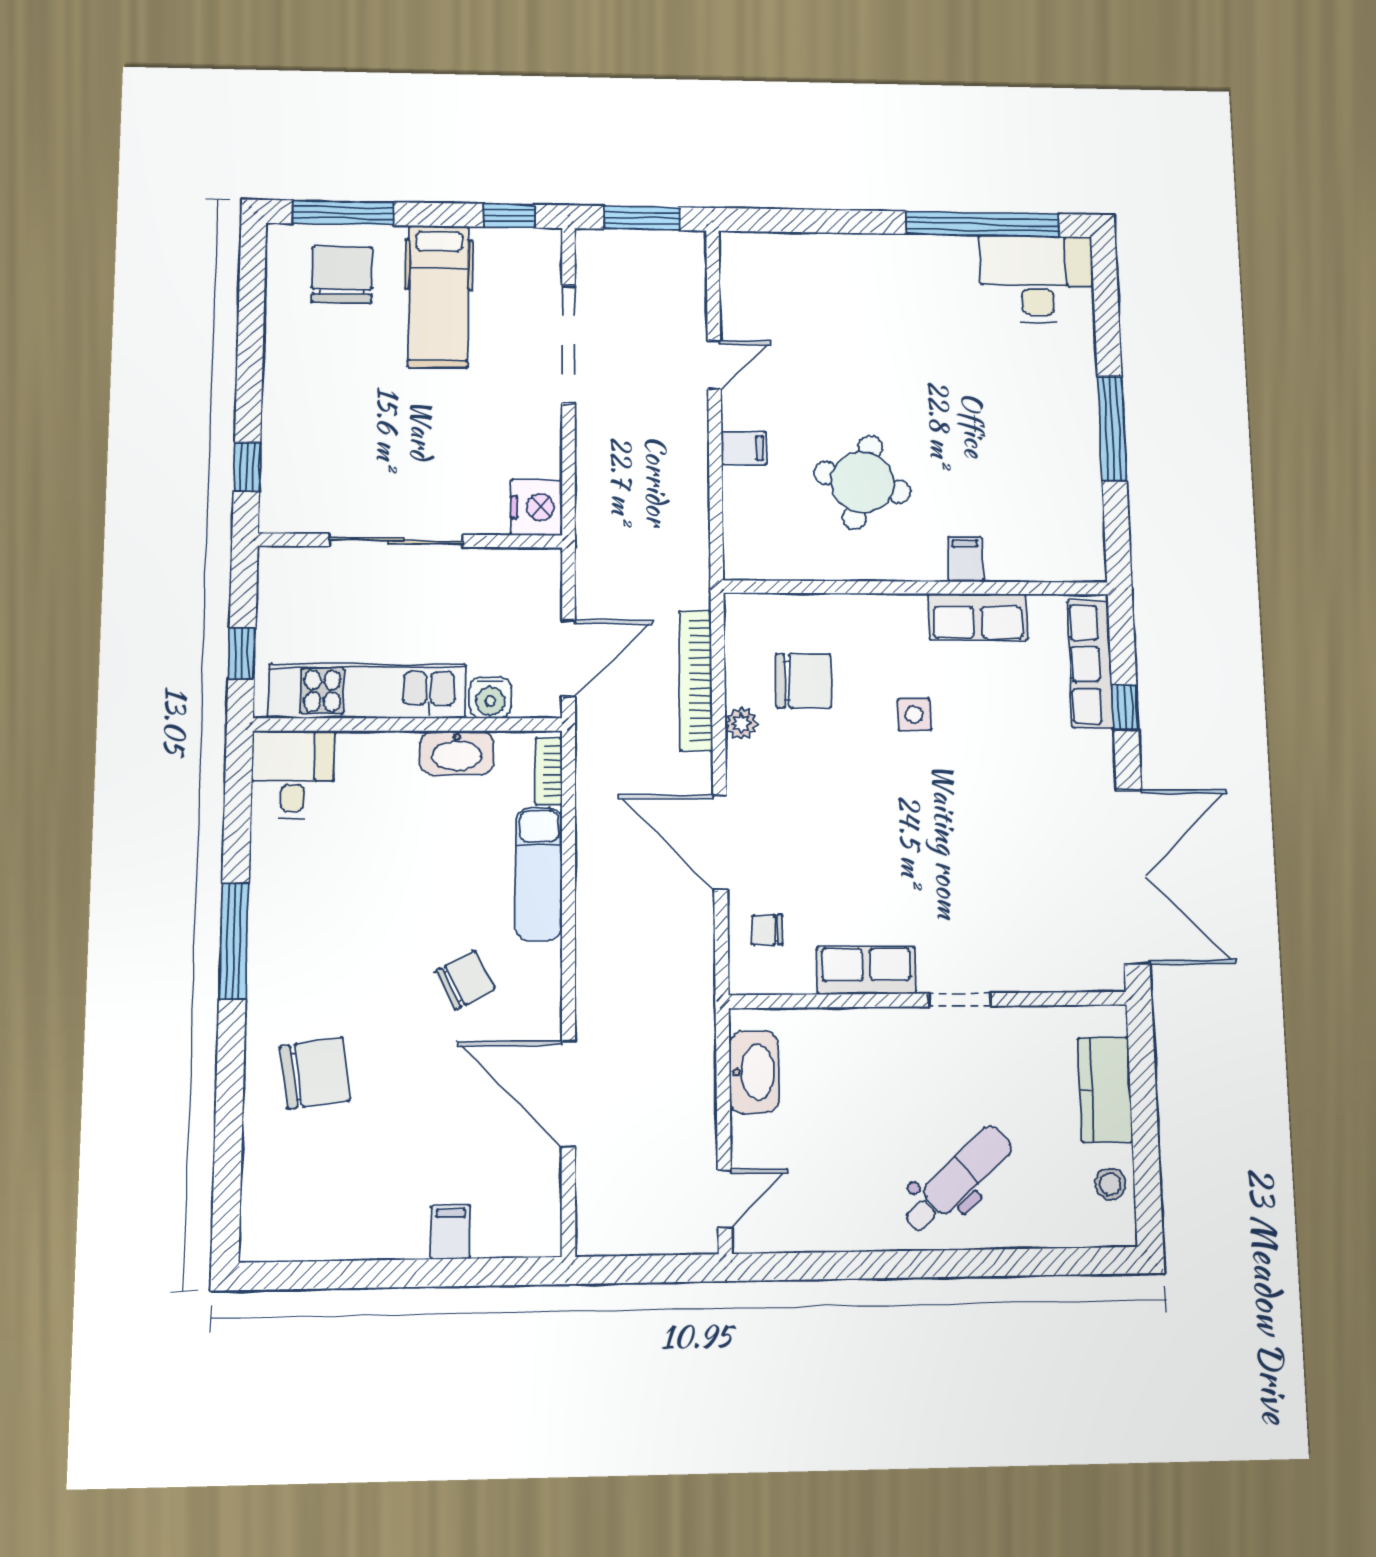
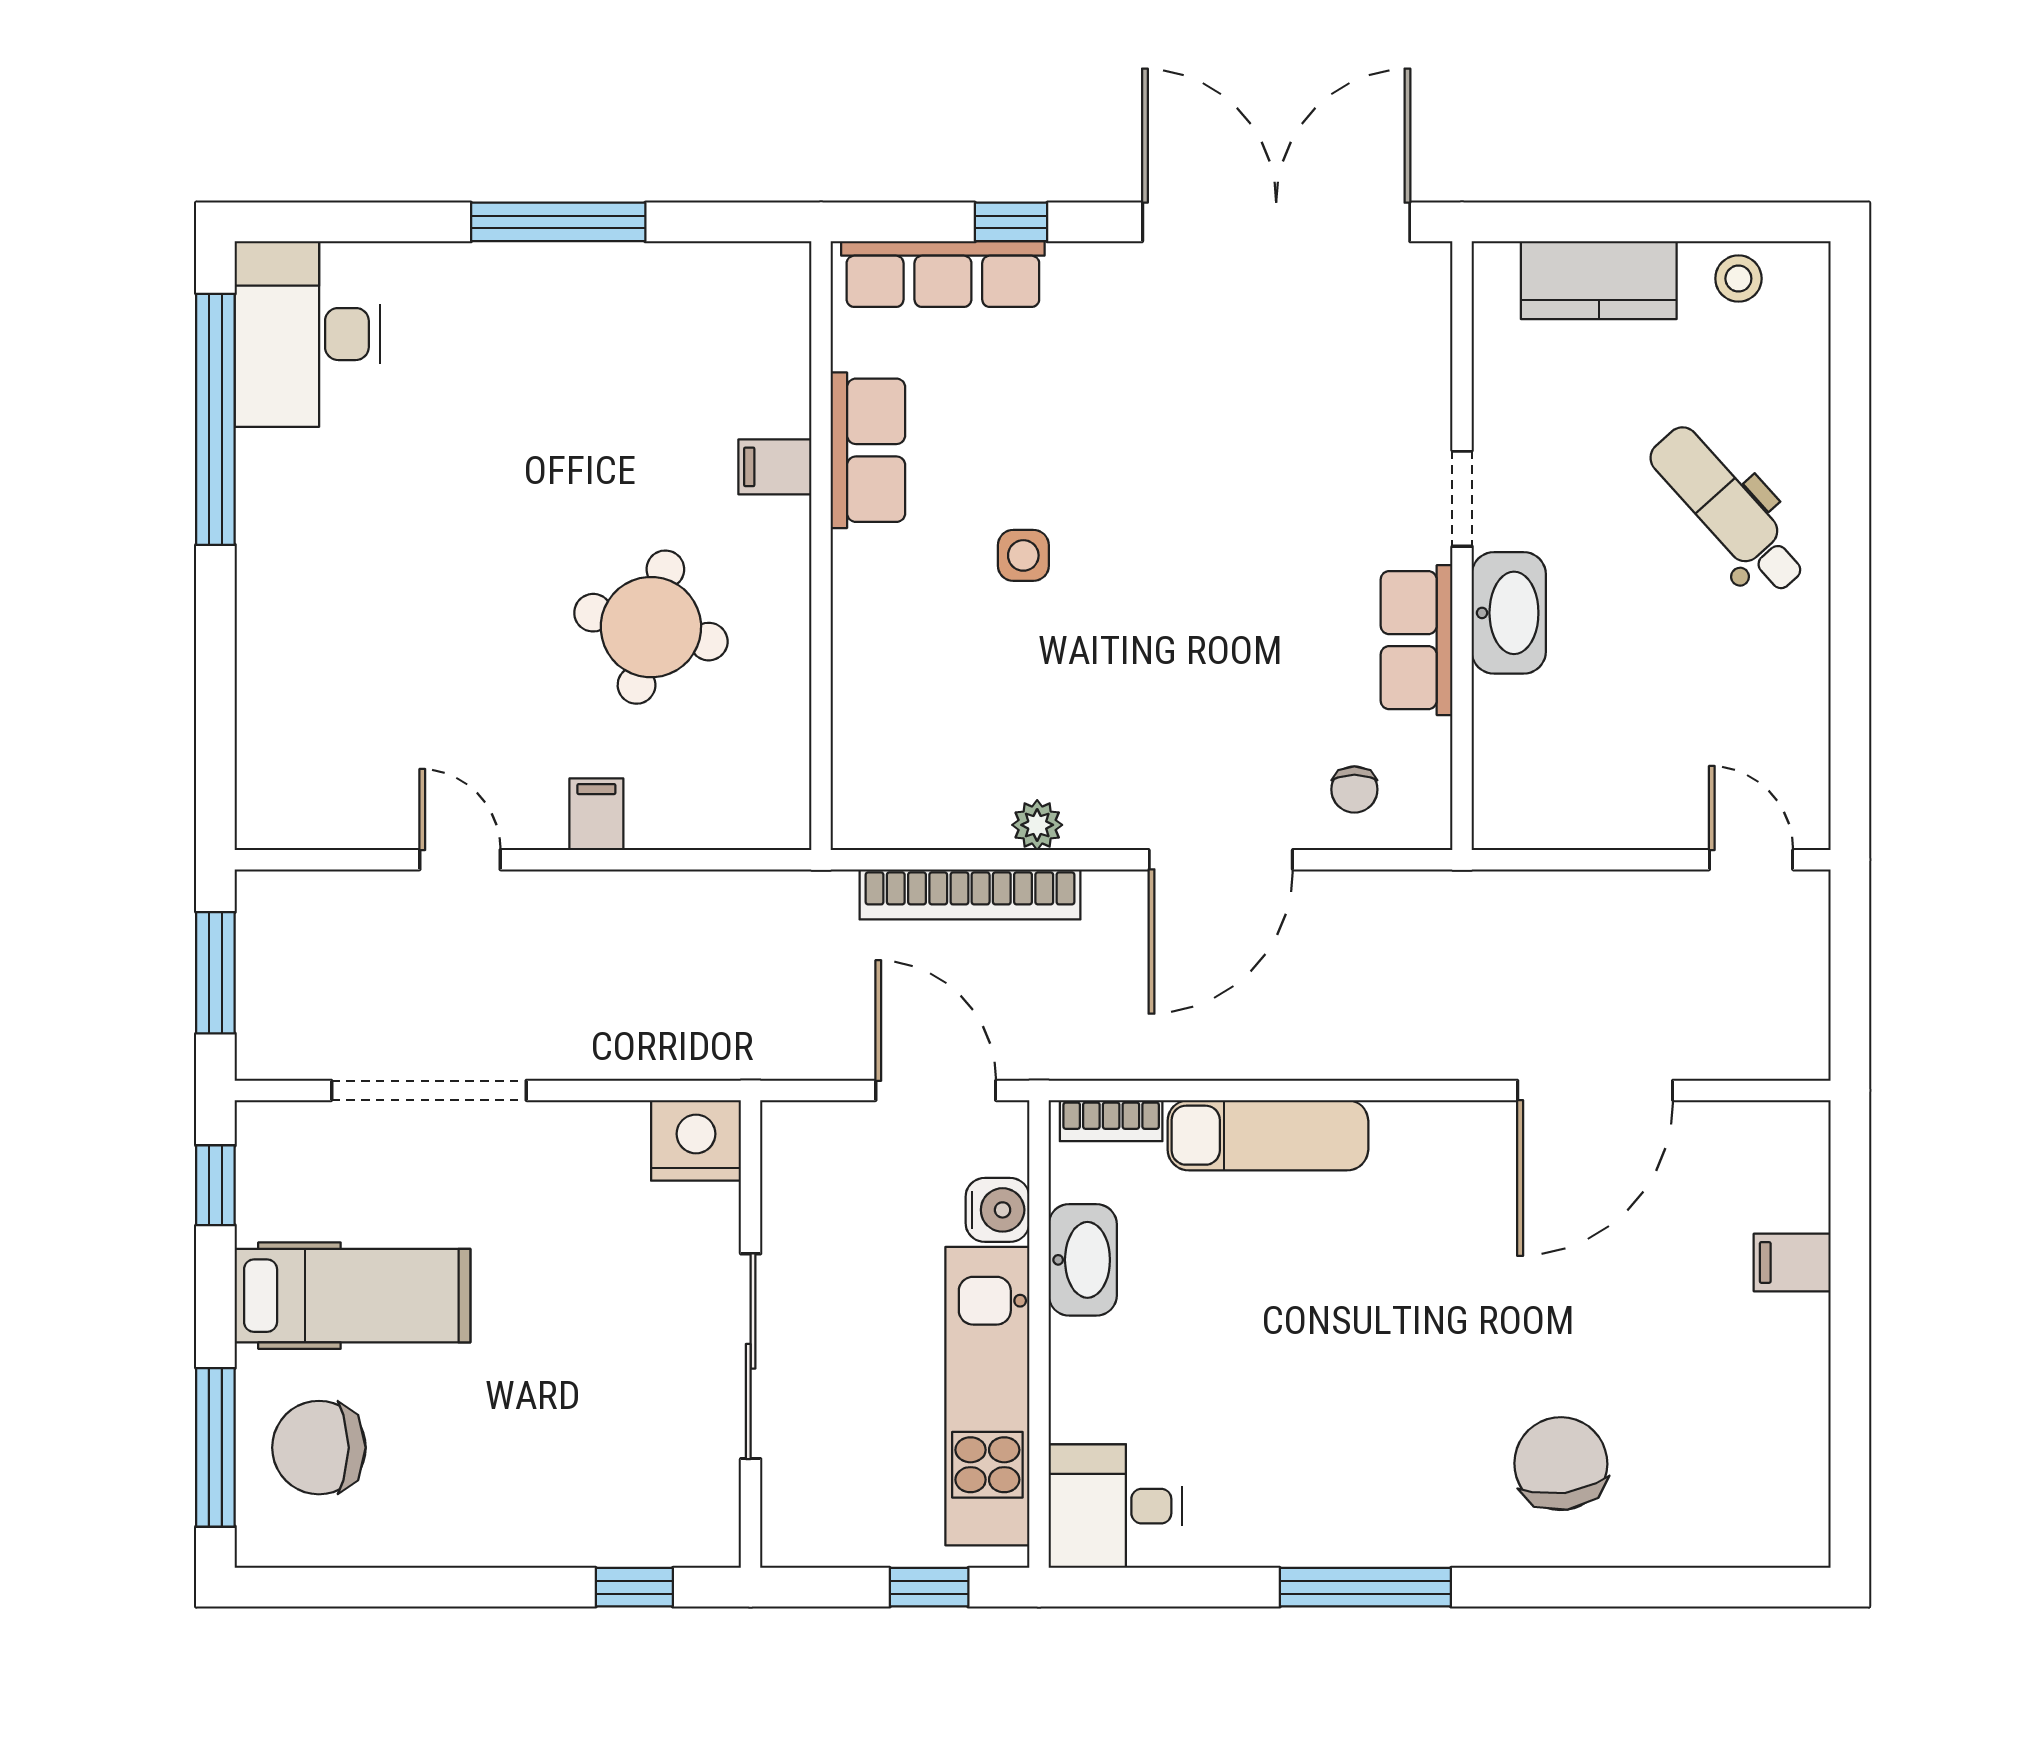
chair: (804, 681) -> (970, 727), removed
chair: (465, 980) -> (1427, 1245), removed
washbasin: (754, 1072) -> (1509, 613), moved, turned 90

